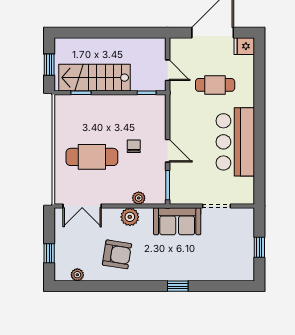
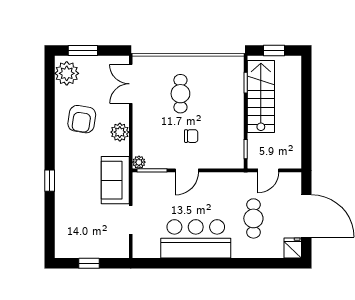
cafe table: (92, 157) -> (180, 94), width x0.73, depth x0.74
plant: (139, 198) -> (139, 162), moved
window: (49, 253) -> (83, 50), width x1.50
plant: (77, 275) -> (67, 73), width x1.87, depth x1.87

